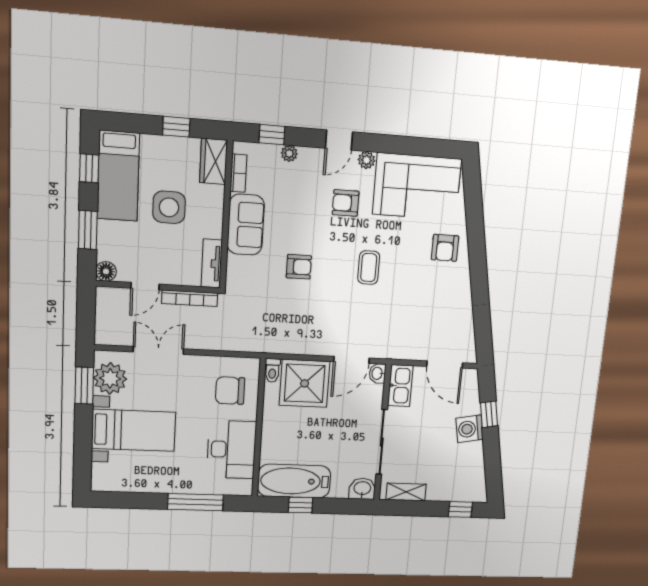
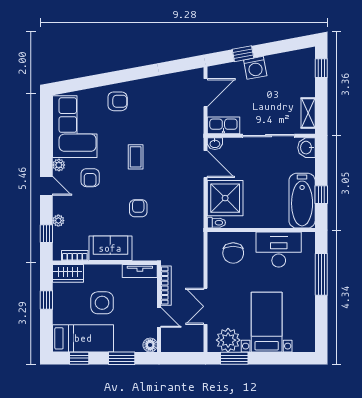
coffee table: (369, 267) -> (136, 157), turned 90

